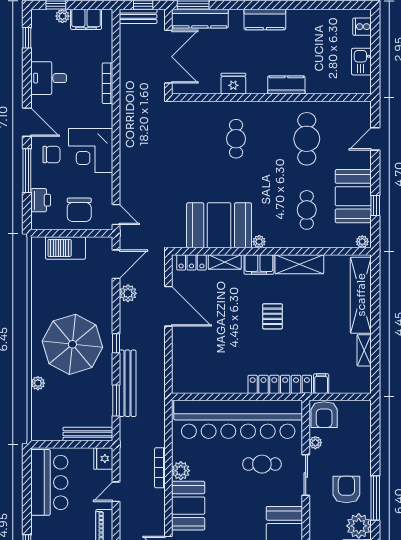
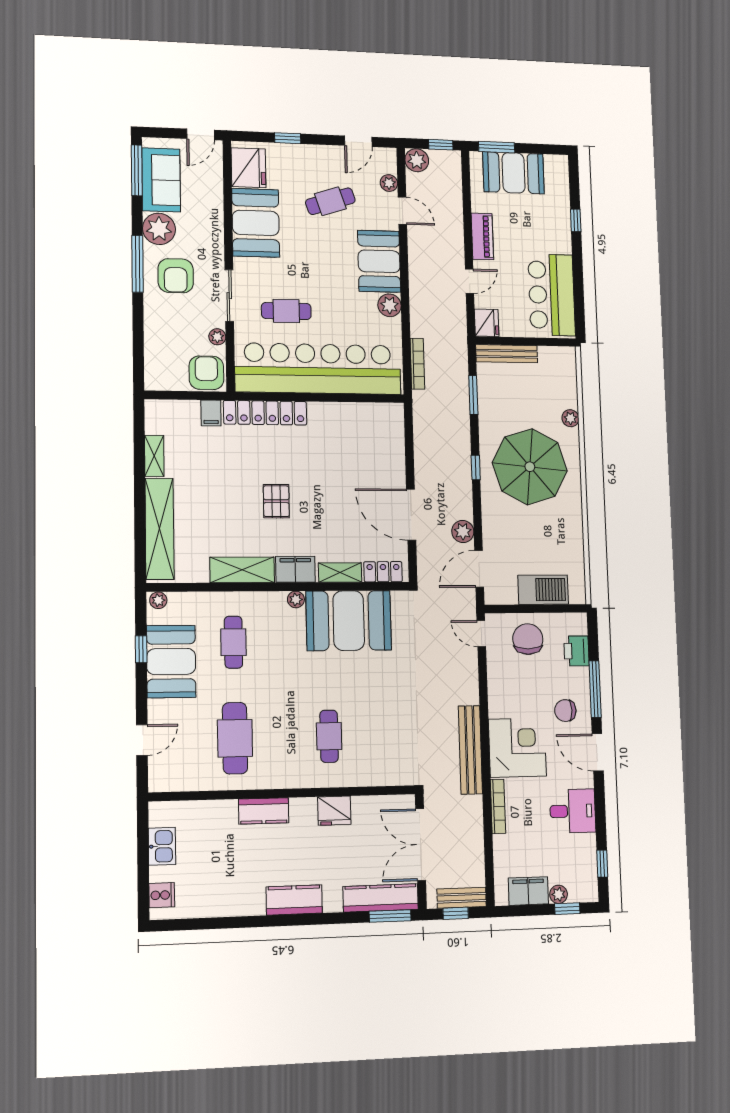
corner desk: (91, 150) -> (517, 748), moved
bench: (128, 383) -> (470, 750), moved
bookcase: (160, 468) -> (417, 364), moved

